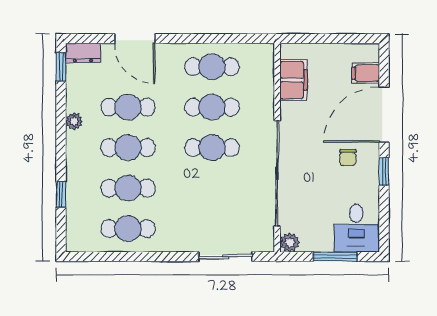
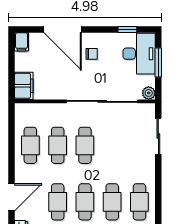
filing cabinet: (366, 73) -> (21, 42), moved
filing cabinet: (294, 80) -> (24, 86), moved, turned 90
window: (384, 172) -> (127, 30), moved
desk: (356, 228) -> (139, 54), width x1.37

